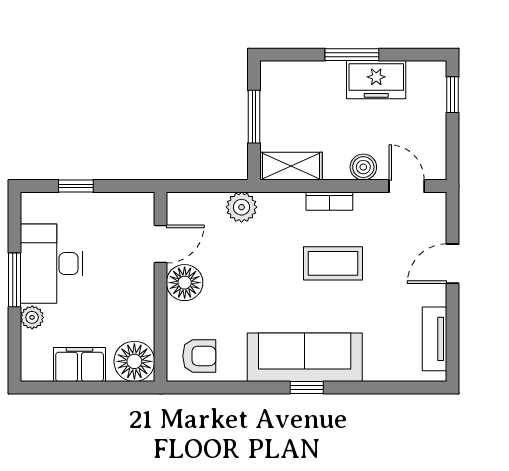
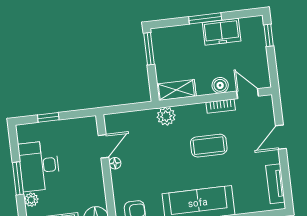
window: (254, 117) -> (149, 49), moved
bookcase: (329, 201) -> (221, 106), moved
plant: (242, 207) -> (166, 116), moved
floor lamp: (185, 283) -> (115, 163), width x0.53, depth x0.53

